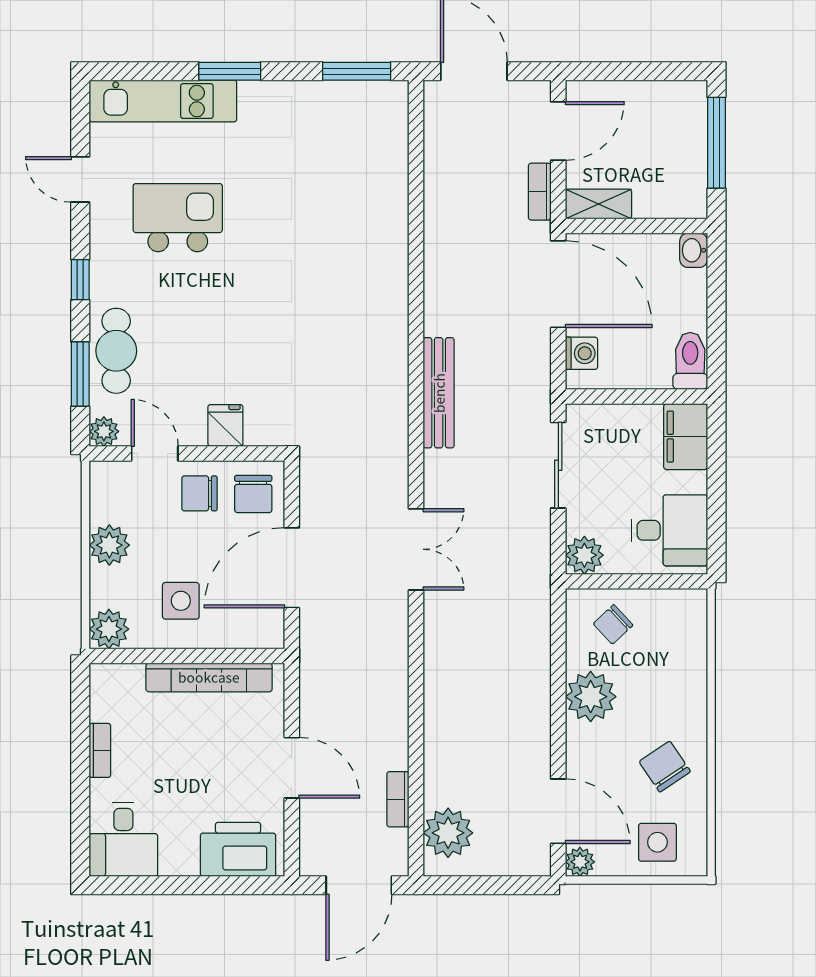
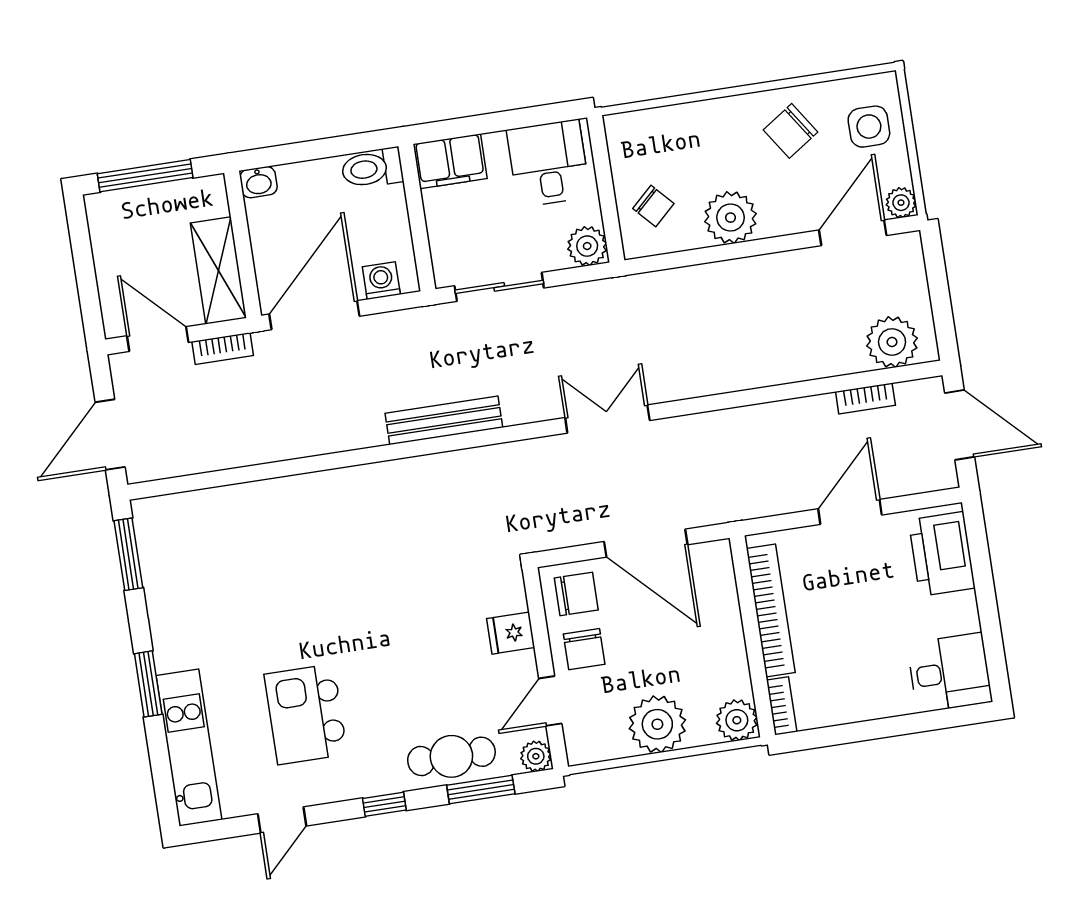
shelving: (598, 204) -> (218, 270), width x1.50, depth x1.33
plant: (109, 545) -> (657, 724), width x1.36, depth x1.36
side table: (181, 601) -> (697, 651), removed
bookcase: (100, 750) -> (782, 706), moved, turned 90

